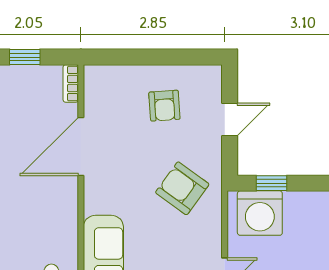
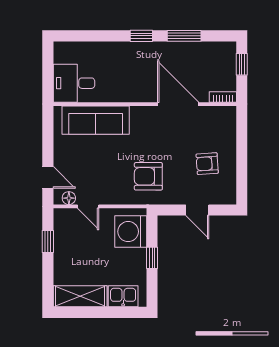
window: (271, 183) -> (152, 258), moved
armchair: (182, 188) -> (148, 176), turned -126

